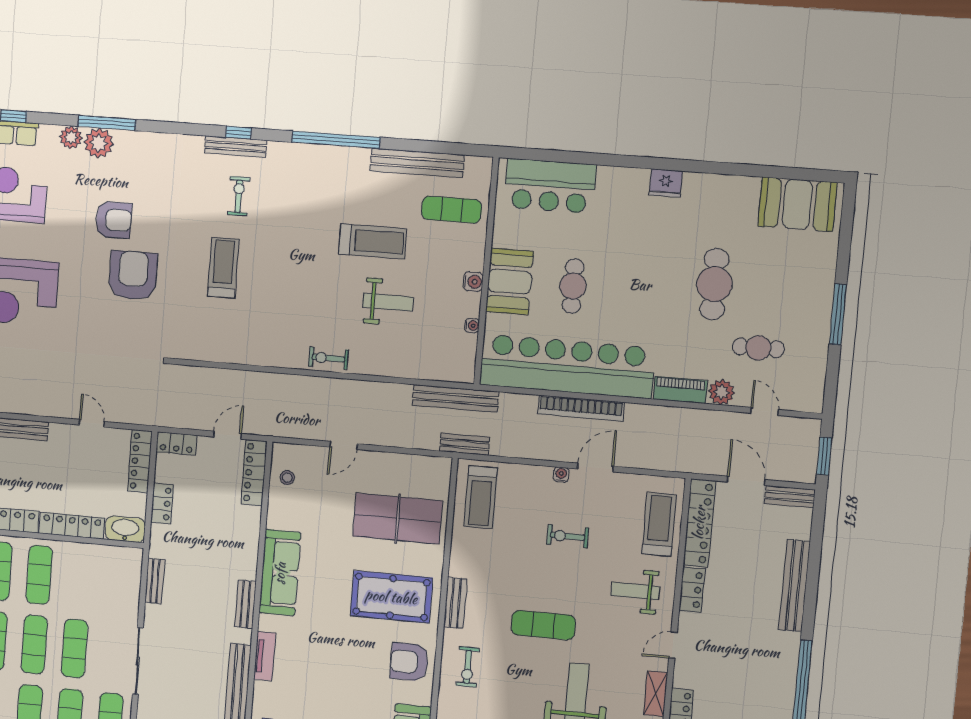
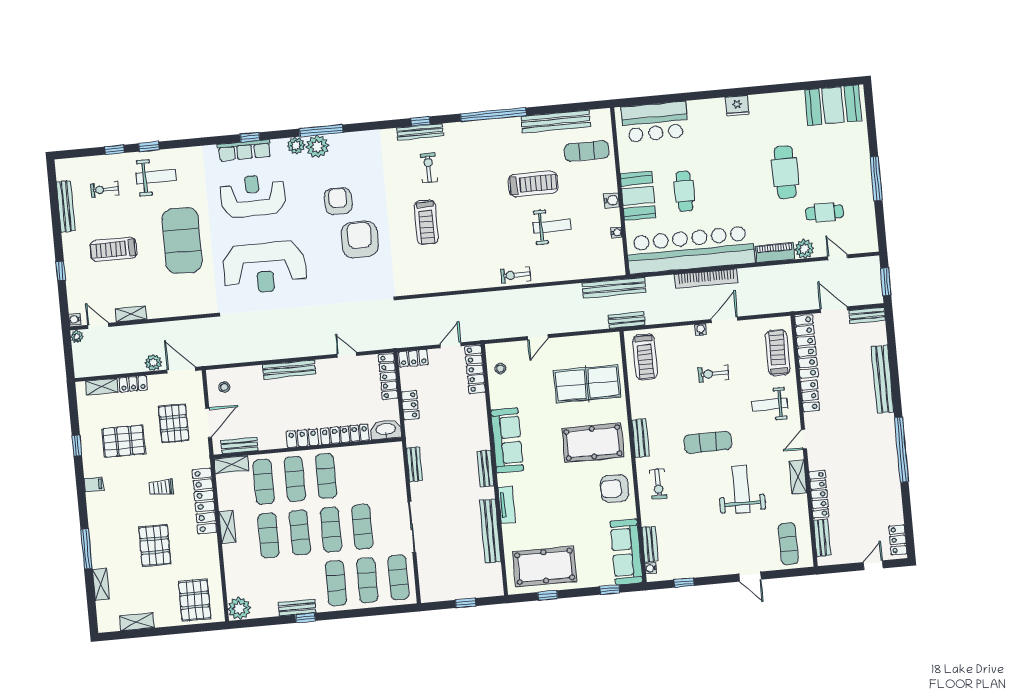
armchair: (114, 220) -> (338, 201), turned -90
treadmill: (223, 268) -> (426, 222), turned 180

